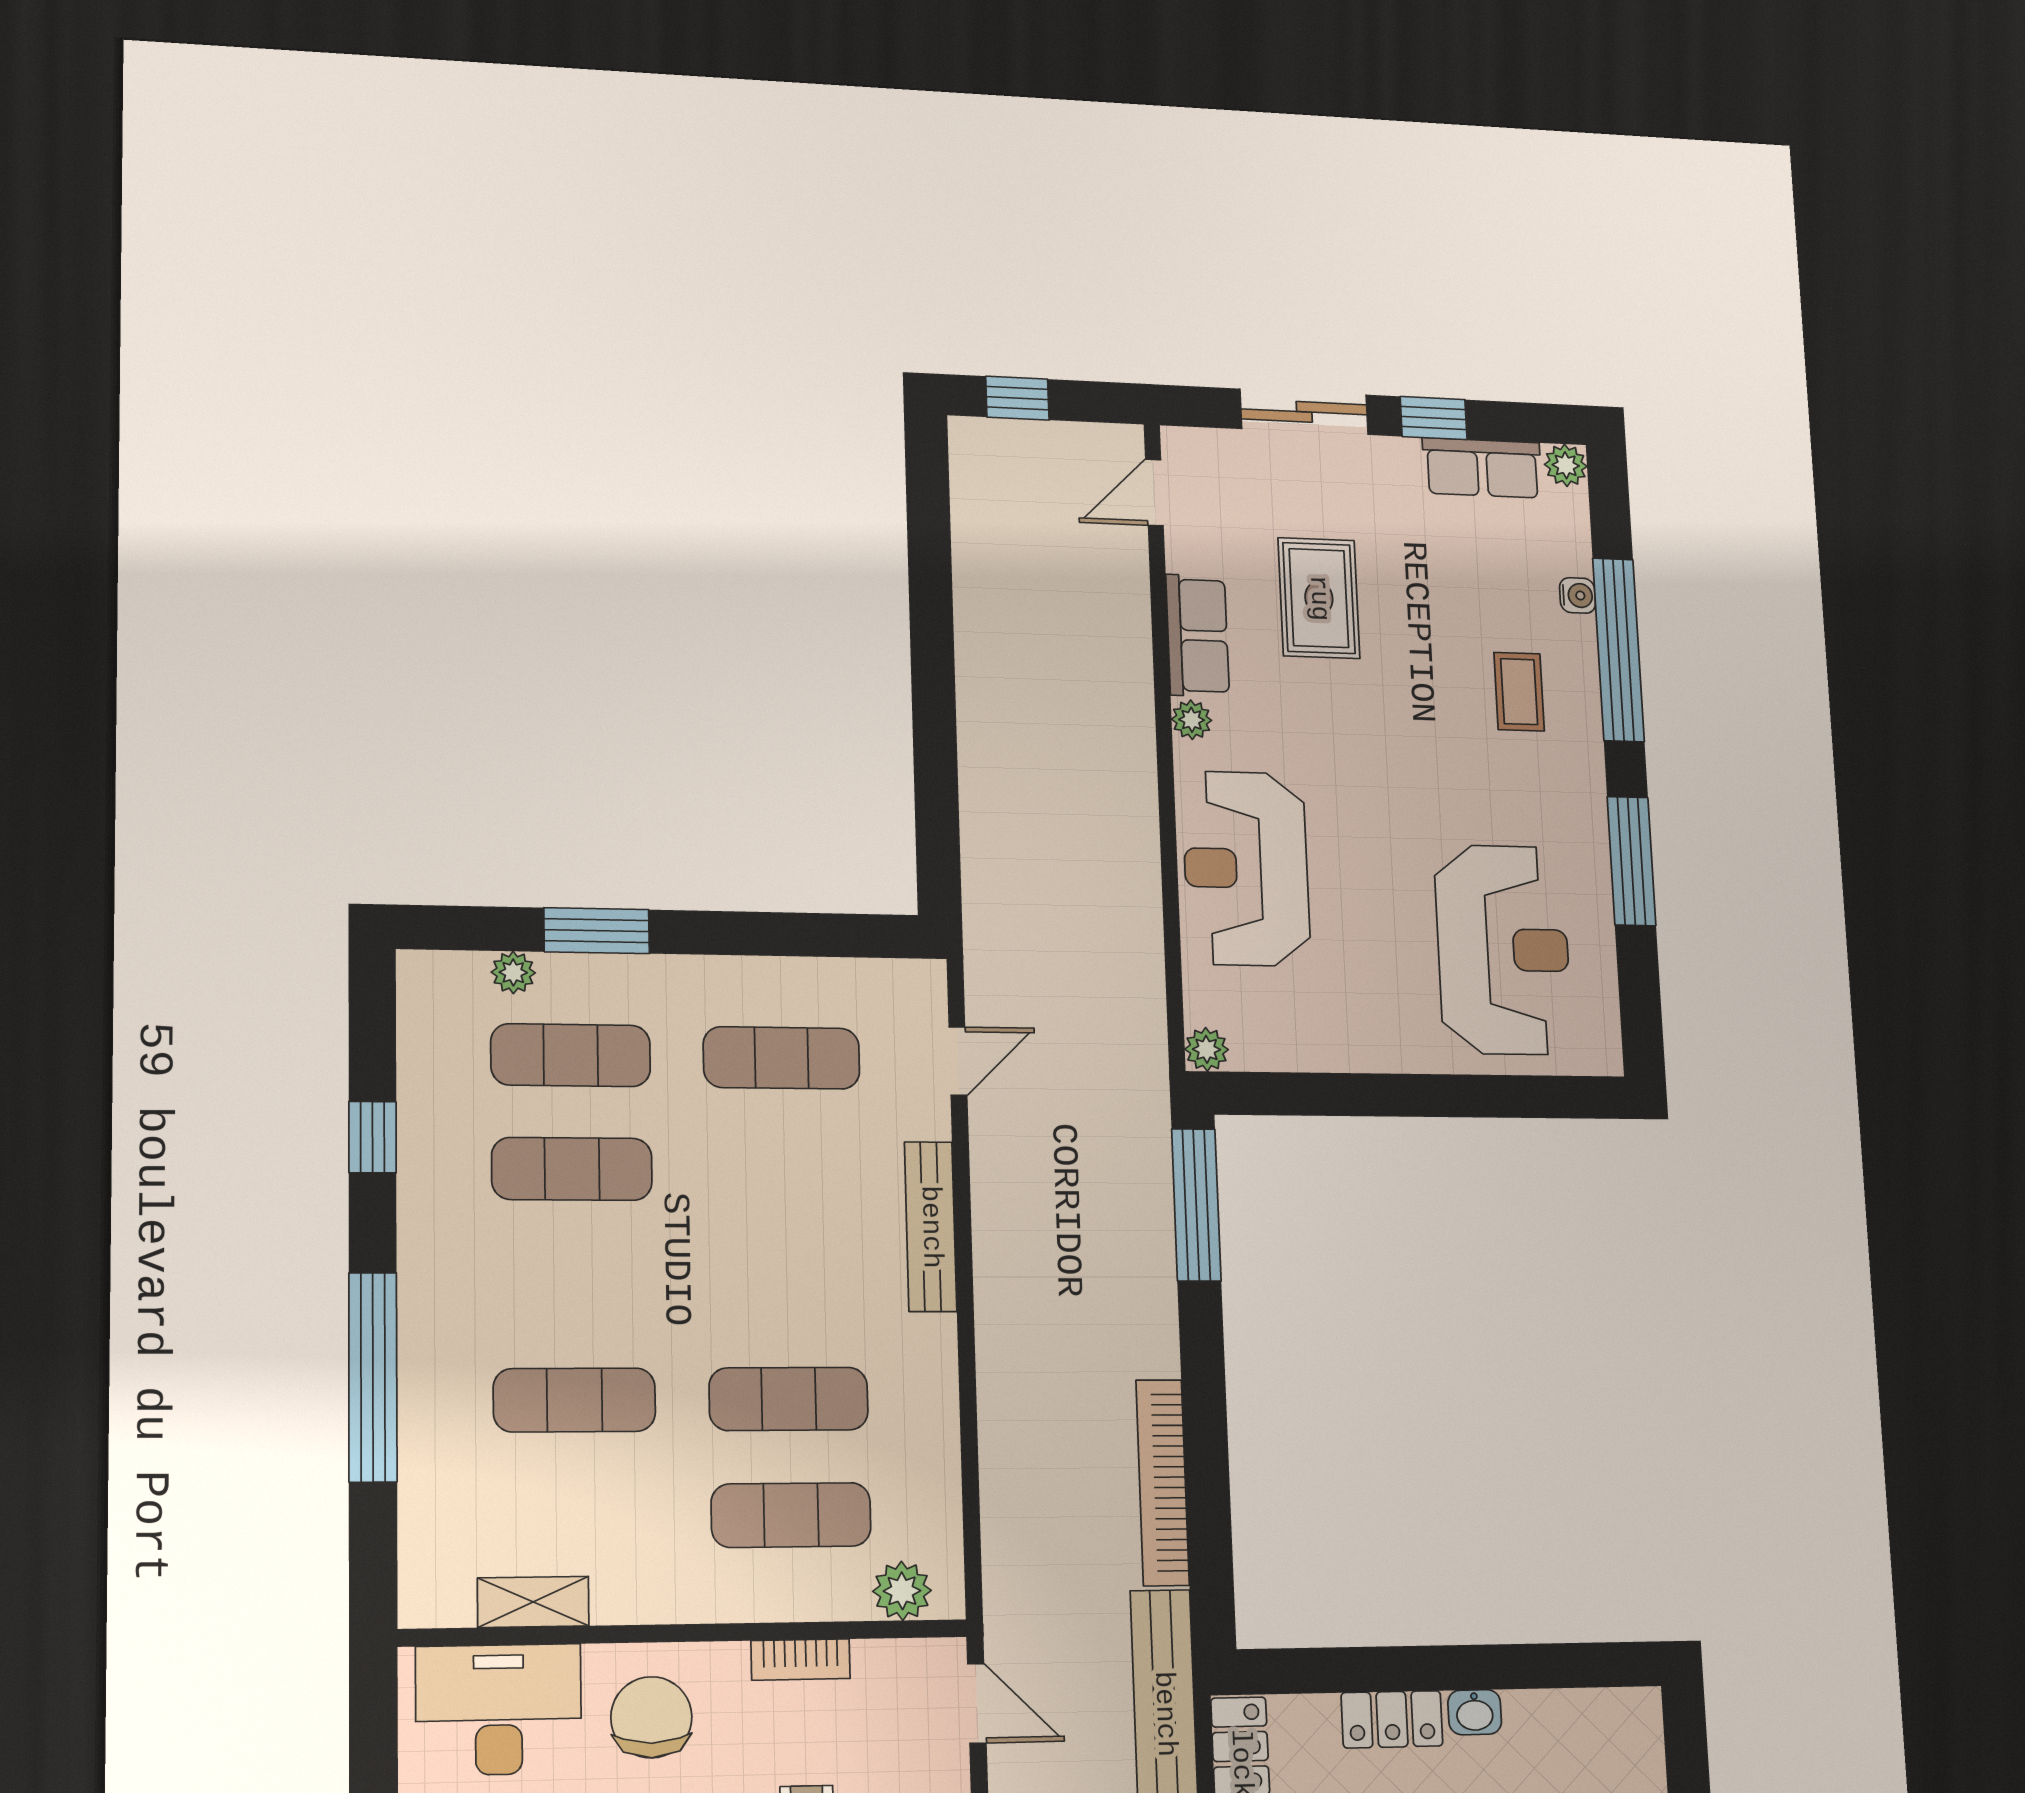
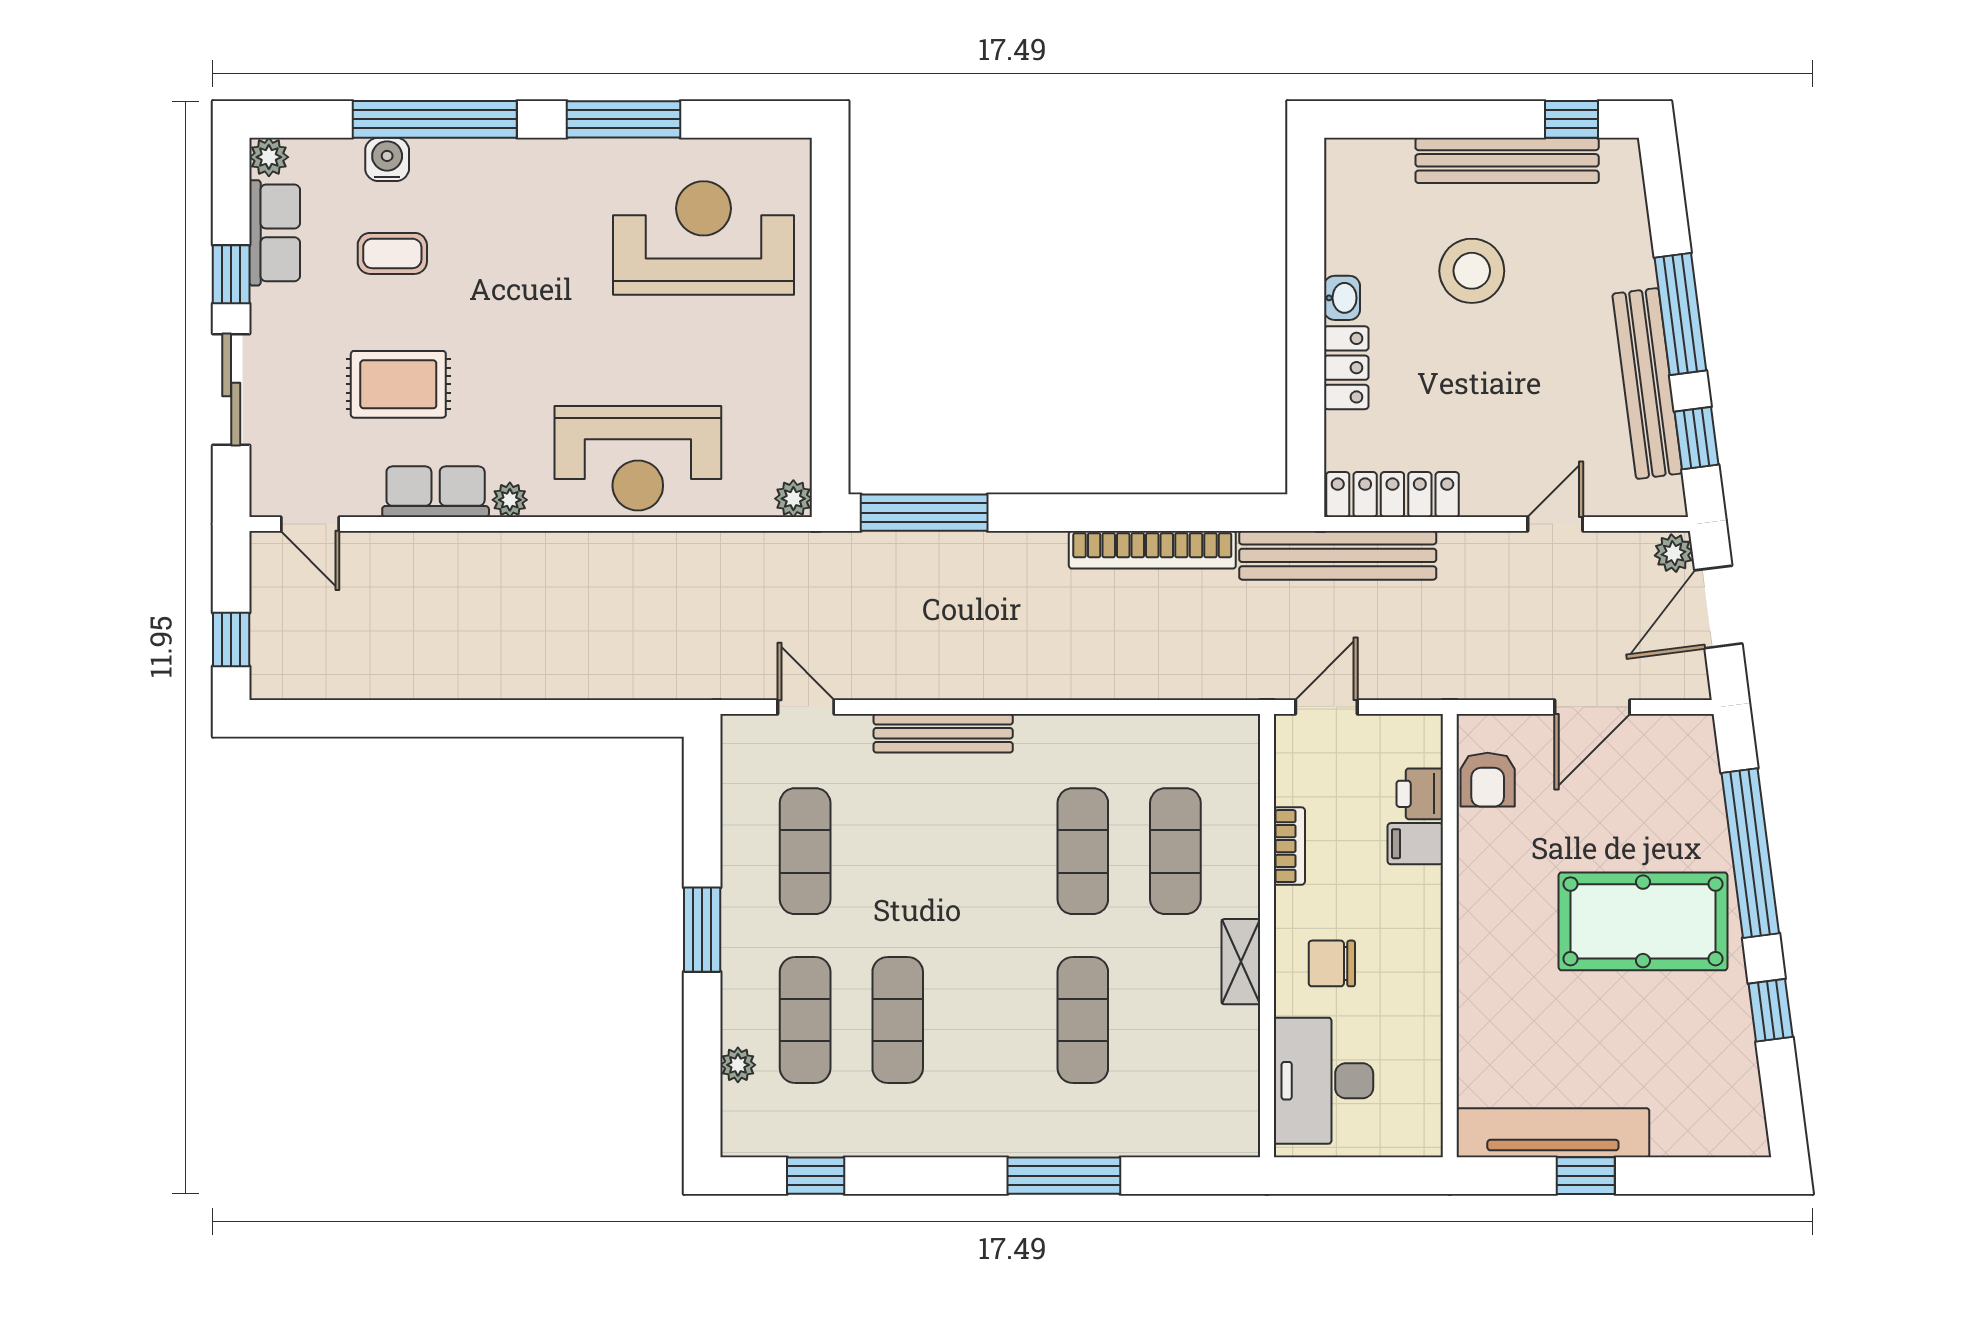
water cooler: (1578, 595) -> (387, 159), width x1.38, depth x1.38
coffee table: (1519, 692) -> (392, 253), moved
window: (597, 931) -> (702, 930), moved
window: (372, 1137) -> (816, 1176), moved
window: (373, 1377) -> (1064, 1176), width x0.68
plant: (902, 1591) -> (1237, 764), removed
shelving: (533, 1602) -> (1241, 962), moved
chair: (651, 1717) -> (1332, 963), width x0.73, depth x0.73

